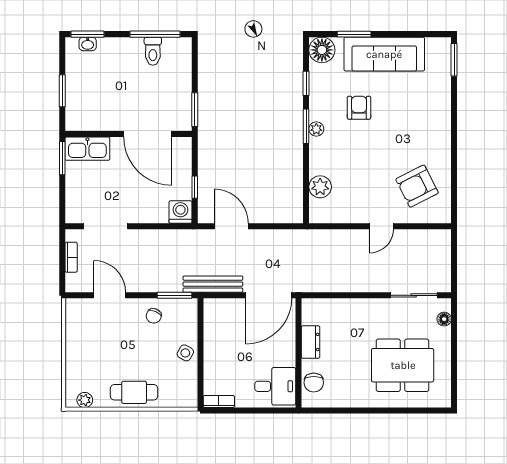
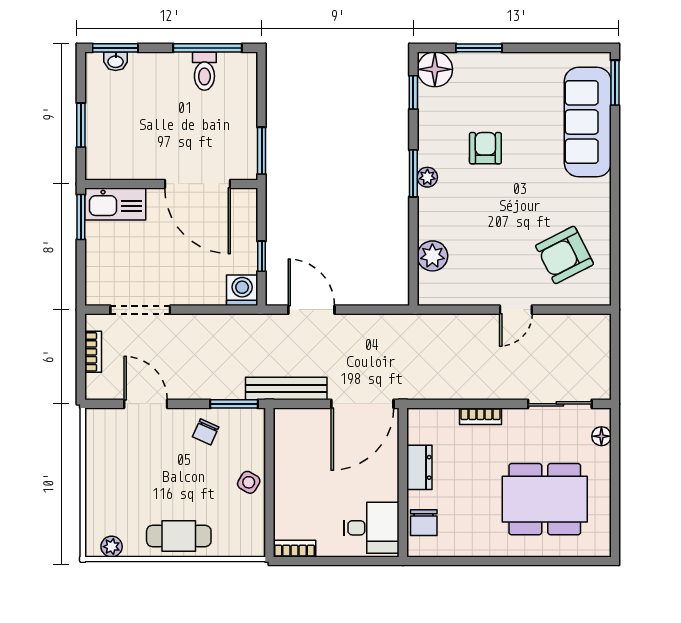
sofa: (384, 54) -> (588, 122), moved, turned 90
window: (306, 83) -> (413, 92), moved
bookcase: (355, 304) -> (480, 416), added

